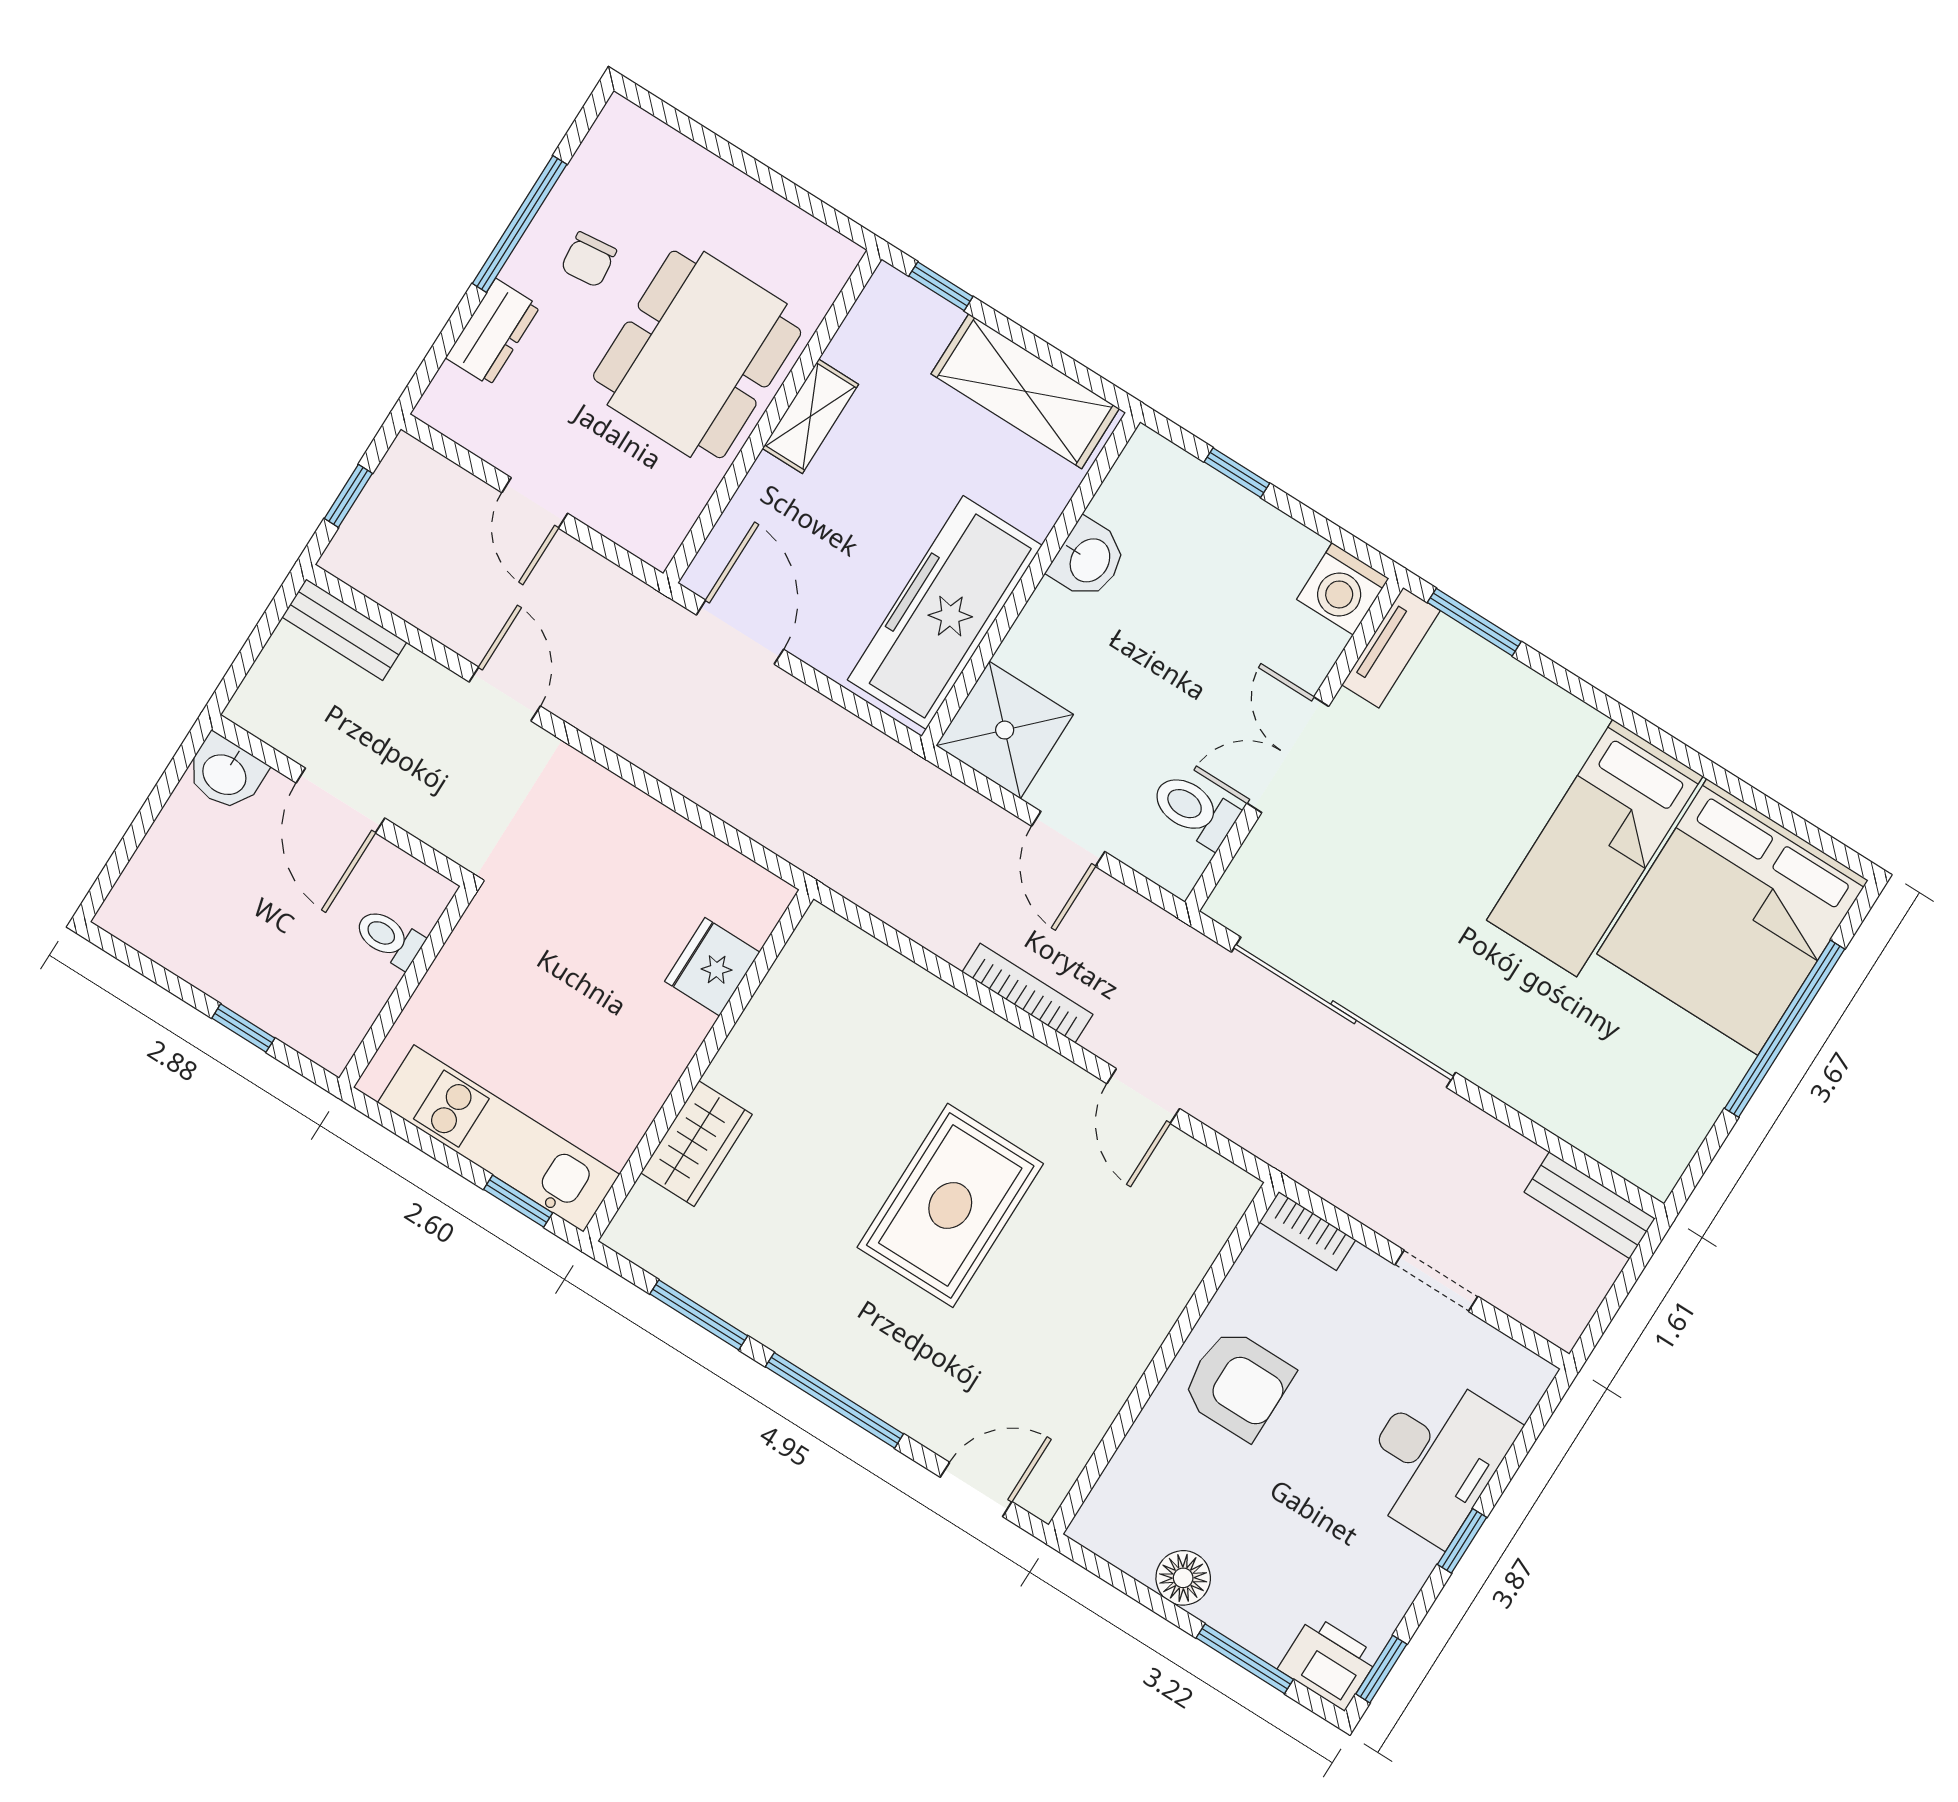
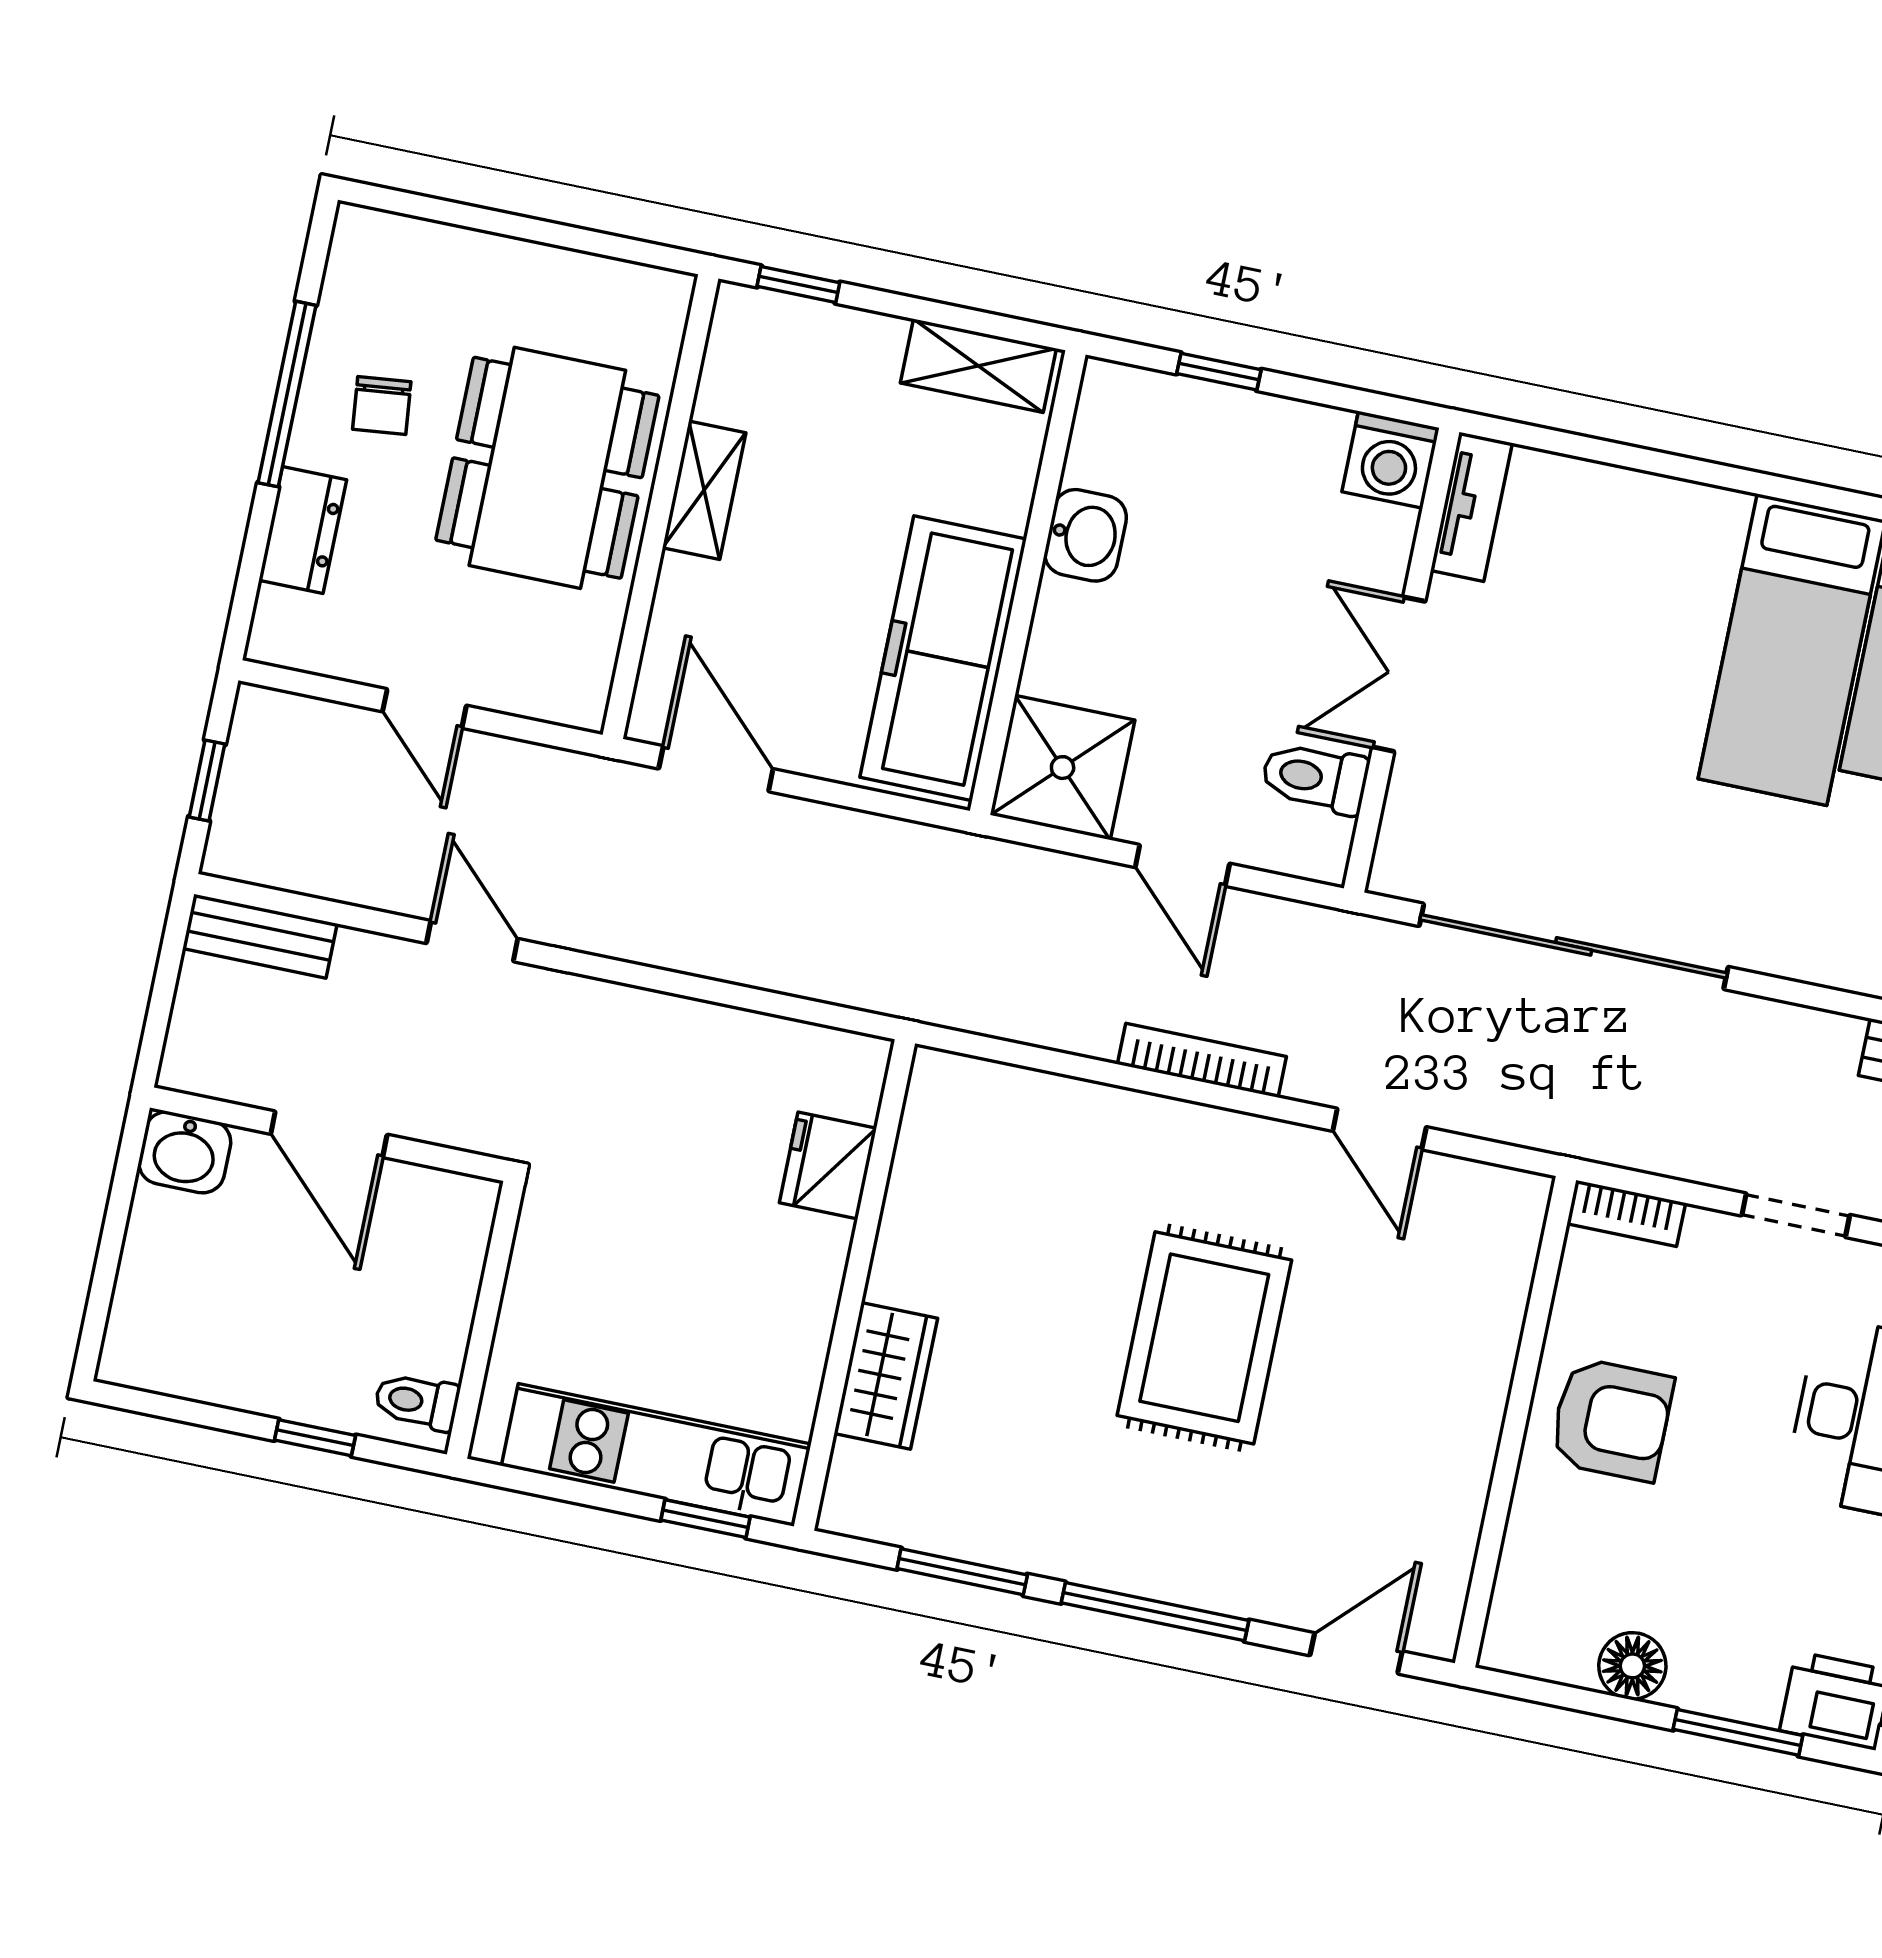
shelving: (1025, 391) -> (978, 366), width x0.67, depth x0.75
window: (1474, 622) -> (1556, 441), removed
toilet: (389, 938) -> (417, 1401), moved

